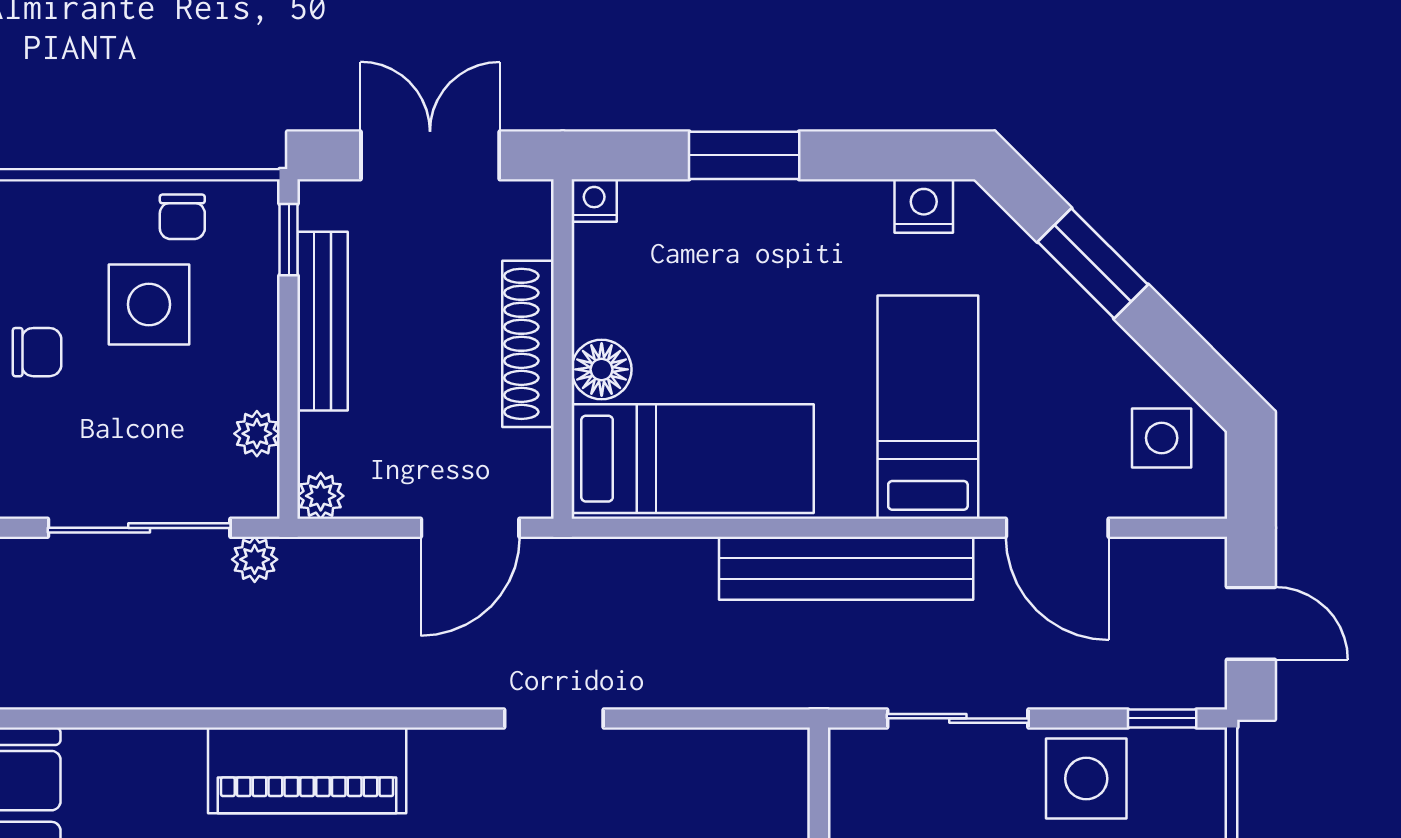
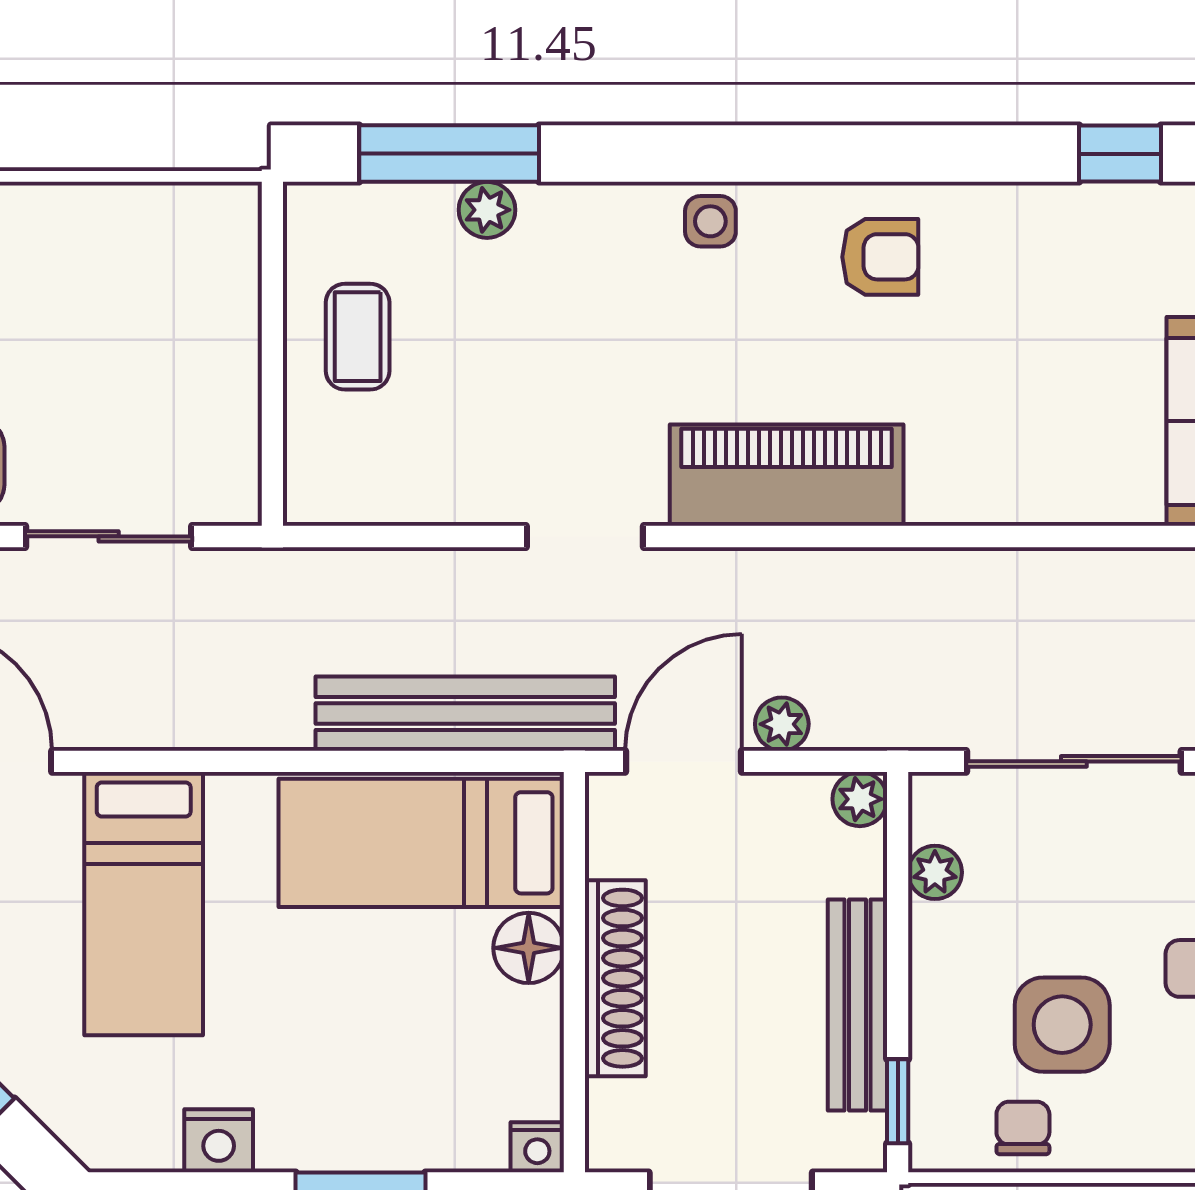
nightstand: (924, 206) -> (219, 1141), moved
plant: (255, 559) -> (782, 724), moved
bench: (846, 568) -> (465, 714), moved
piano: (307, 770) -> (787, 475), moved

